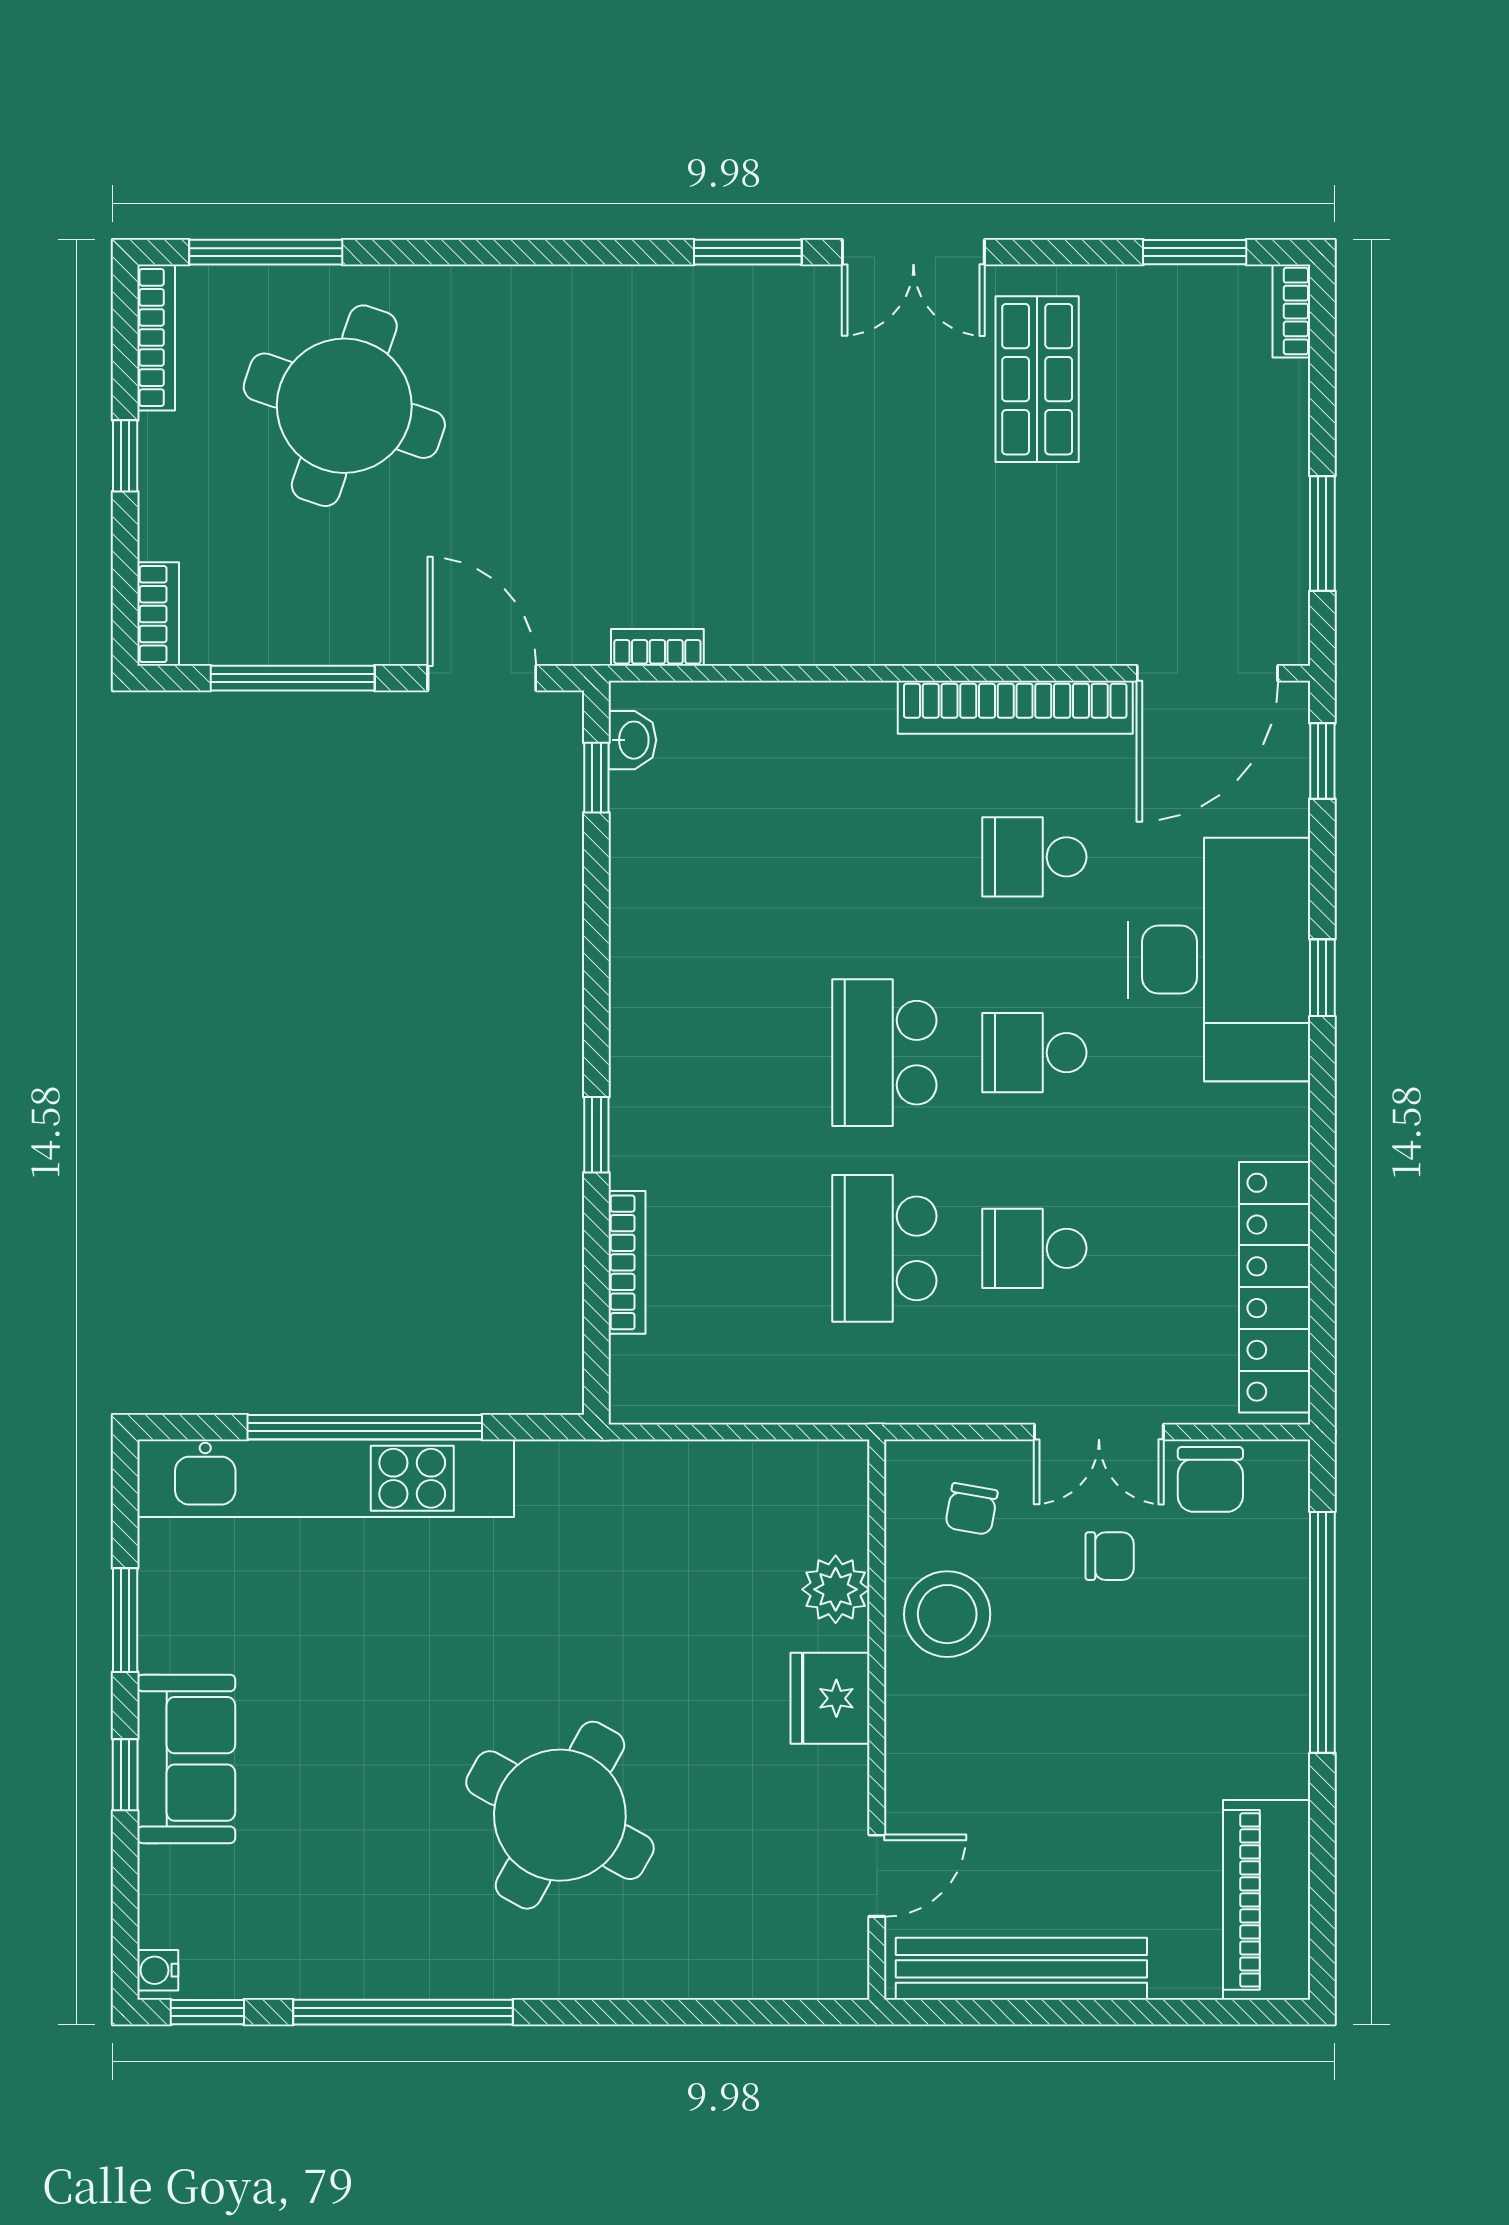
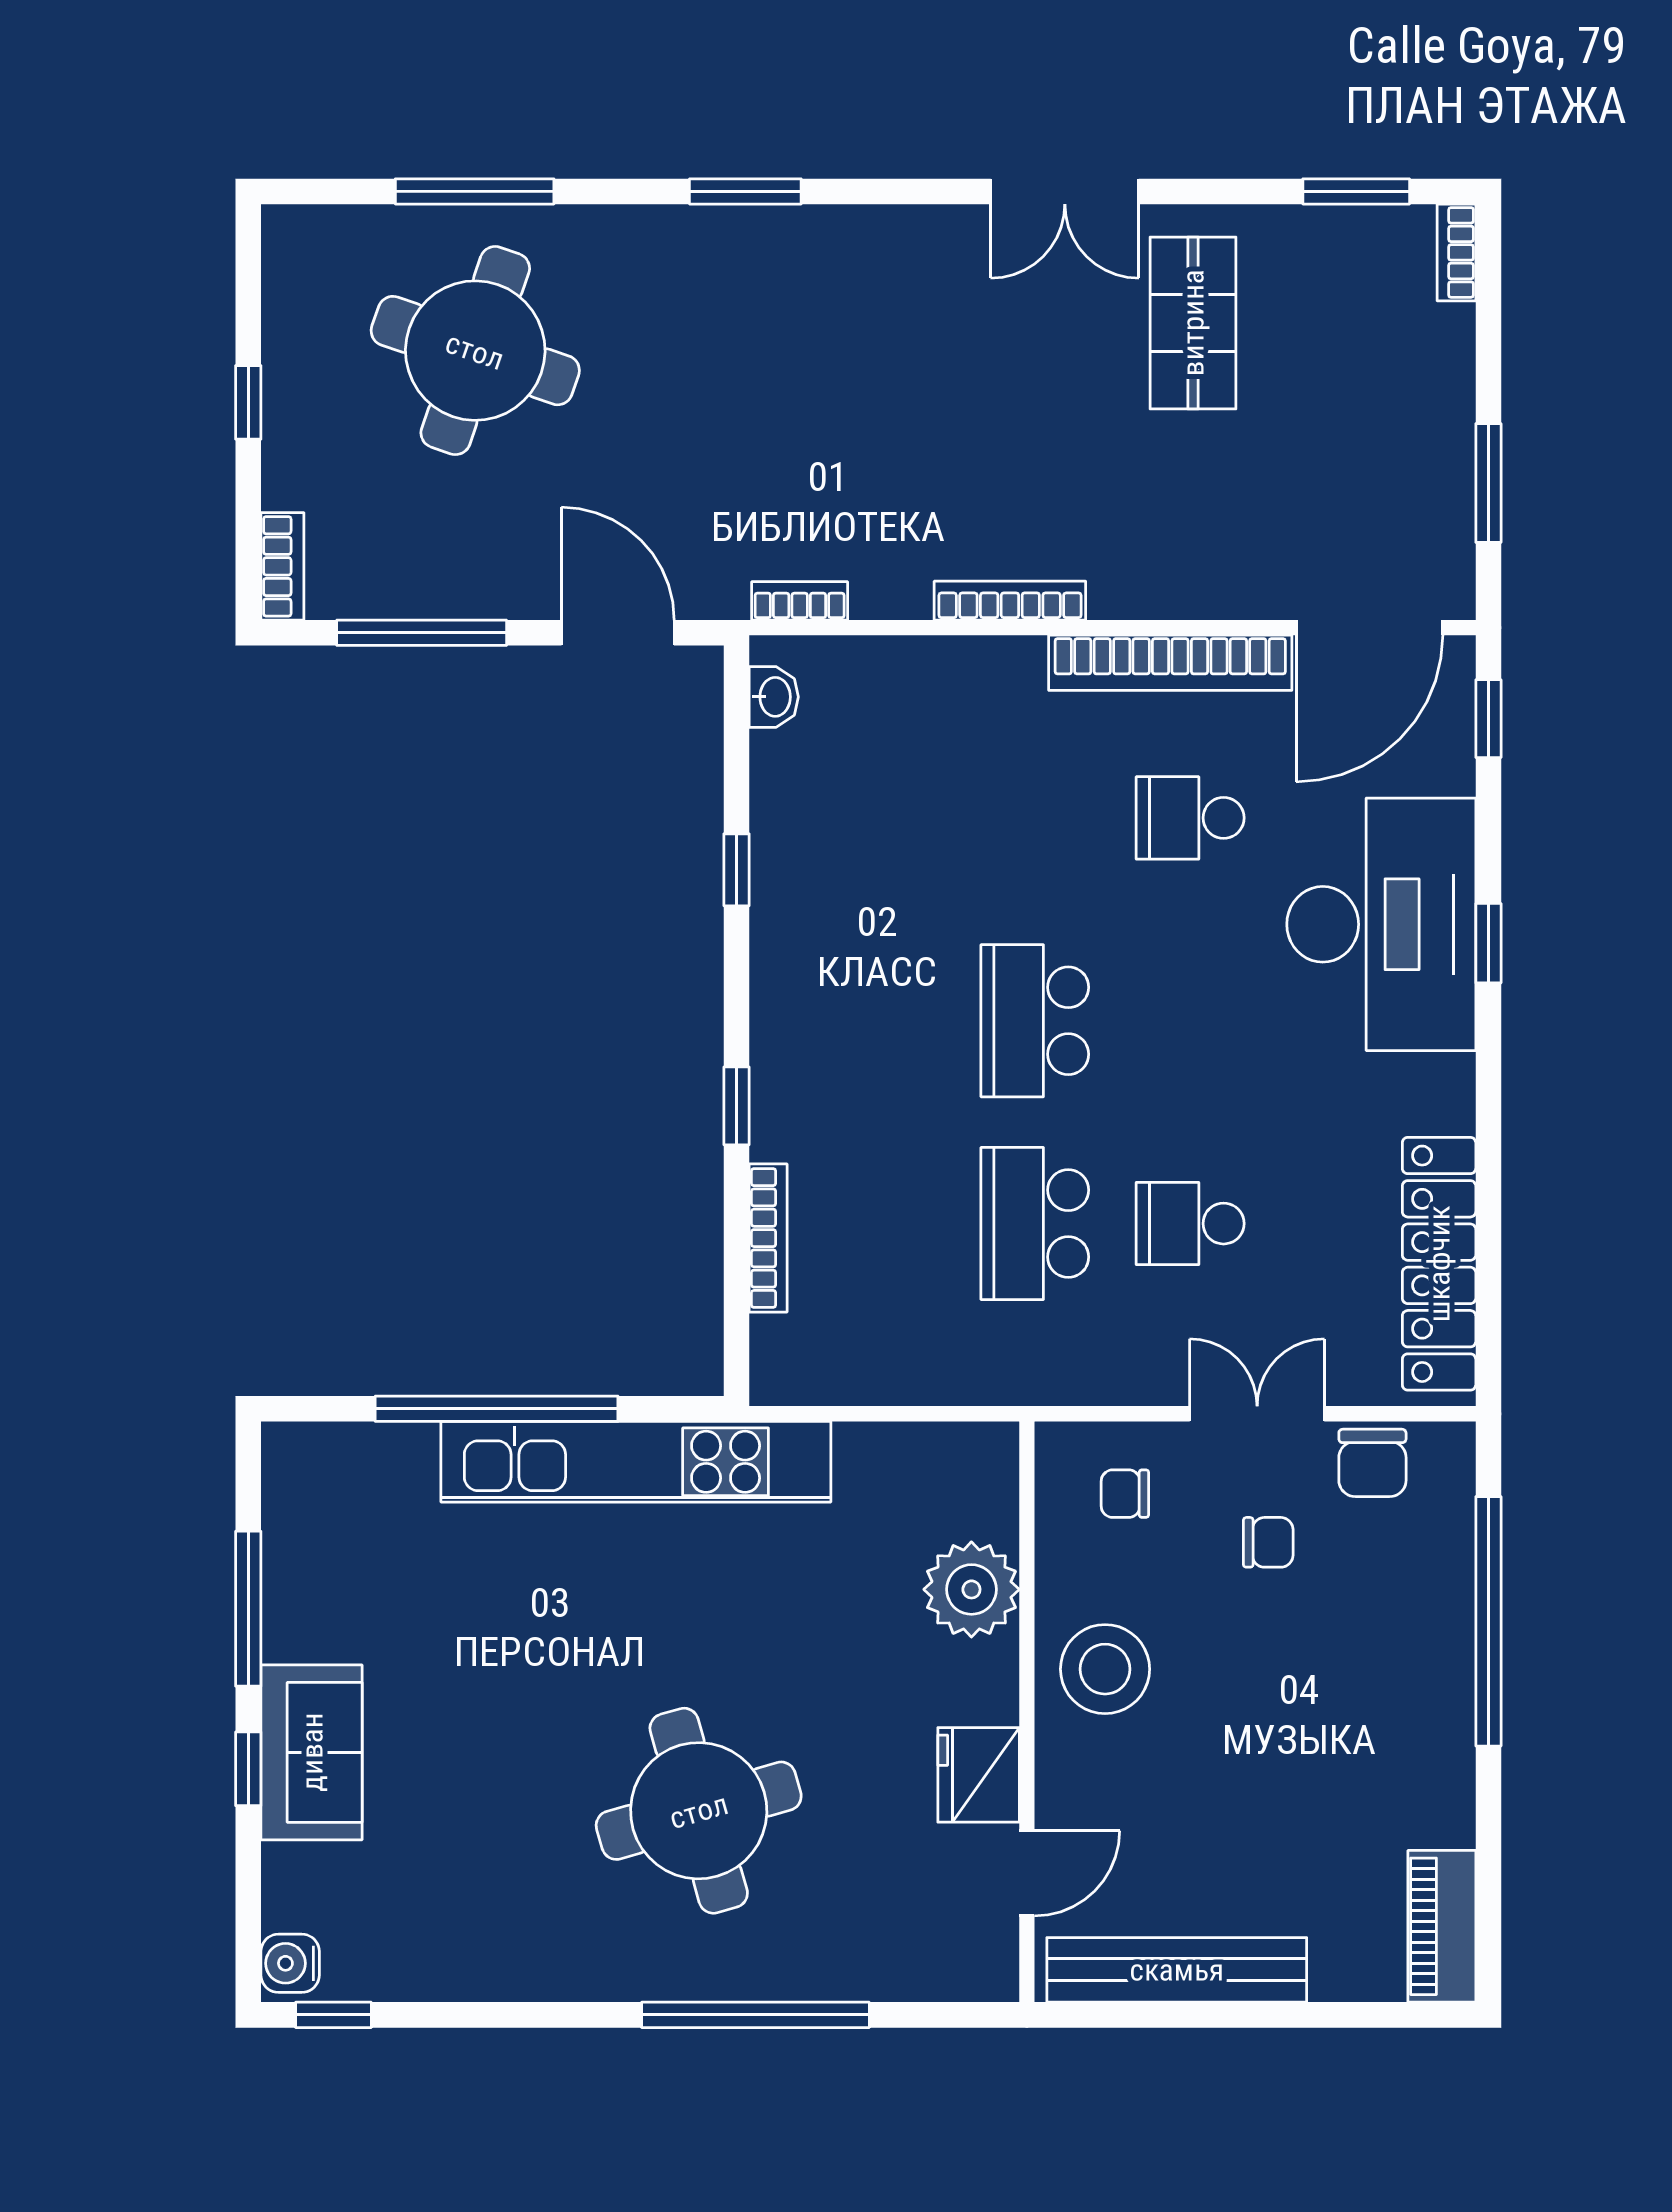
window: (266, 252) -> (475, 191), moved
window: (748, 252) -> (745, 191), moved
bookcase: (156, 338) -> (1010, 601), moved, turned -90
window: (596, 778) -> (736, 870), moved
school desk: (1034, 1053) -> (1190, 1021), removed
double door: (1099, 1432) -> (1257, 1414), swing flipped
kitchen unit: (326, 1478) -> (636, 1462), moved
chair: (971, 1509) -> (1125, 1494), turned 80
plant: (836, 1589) -> (971, 1589), width x1.36, depth x1.36
stool: (947, 1614) -> (1105, 1669), moved
window: (125, 1620) -> (248, 1609), width x1.44
fridge: (830, 1698) -> (979, 1775), moved
round table: (560, 1815) -> (699, 1811), turned 45
piano: (1267, 1900) -> (1442, 1926), width x0.73, depth x0.75
water cooler: (158, 1970) -> (290, 1963), width x1.38, depth x1.38
window: (403, 2012) -> (755, 2015), moved

